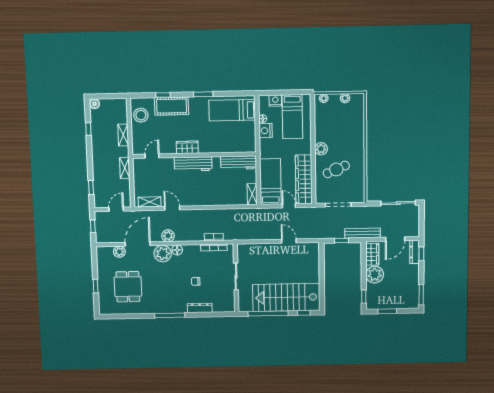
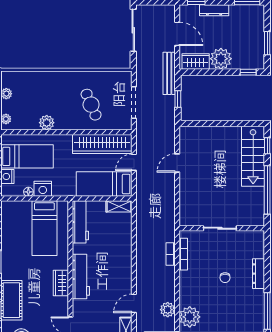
bed: (232, 110) -> (44, 228), moved
plant: (321, 149) -> (47, 123), moved
floor lamp: (177, 250) -> (186, 299), removed
dresser: (415, 252) -> (214, 10), moved
stairs: (286, 297) -> (253, 156), width x0.73, depth x0.66

